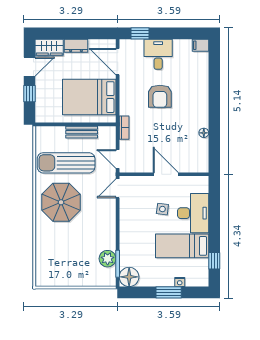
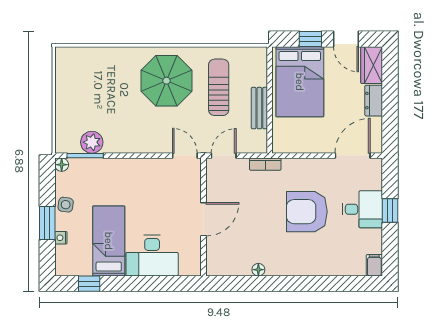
window: (140, 33) -> (390, 210), moved
armchair: (160, 96) -> (307, 212), width x1.36, depth x1.36
bed: (89, 97) -> (300, 82), moved, turned 180
sun lounger: (66, 163) -> (219, 87), width x0.73, depth x0.75
side table: (162, 209) -> (66, 205), moved
floor lamp: (129, 277) -> (62, 165), width x0.53, depth x0.53

